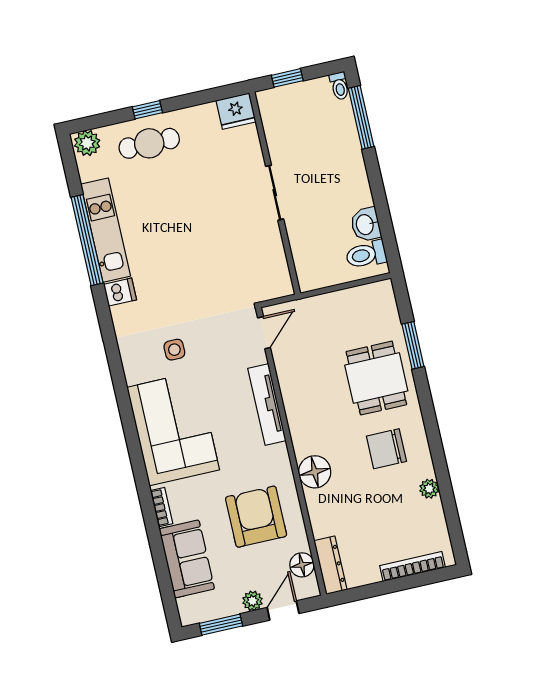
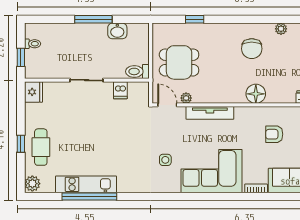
toilet: (339, 86) -> (33, 44), moved
window: (361, 117) -> (93, 19), moved
toilet: (366, 255) -> (137, 71), moved, turned 90
dishwasher: (120, 292) -> (120, 90), moved, turned 180
window: (413, 345) -> (195, 19), width x0.67
plant: (282, 360) -> (186, 98), added
dining table: (376, 378) -> (179, 62), moved
armchair: (256, 517) -> (274, 134), width x0.53, depth x0.53

